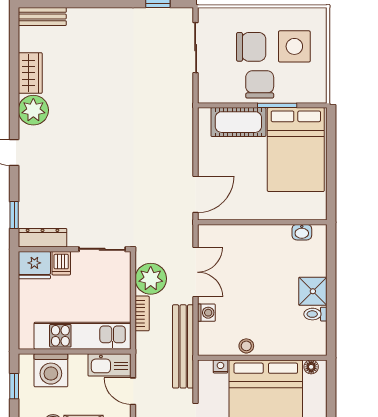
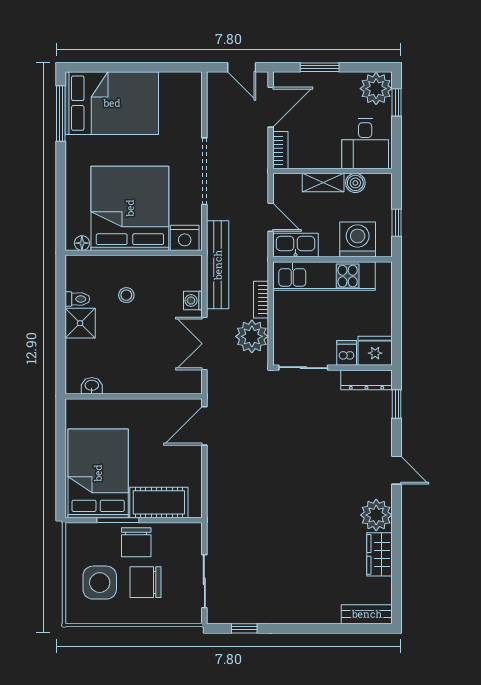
stool: (246, 346) -> (126, 295), moved
nightstand: (220, 367) -> (185, 238), width x1.89, depth x1.79

